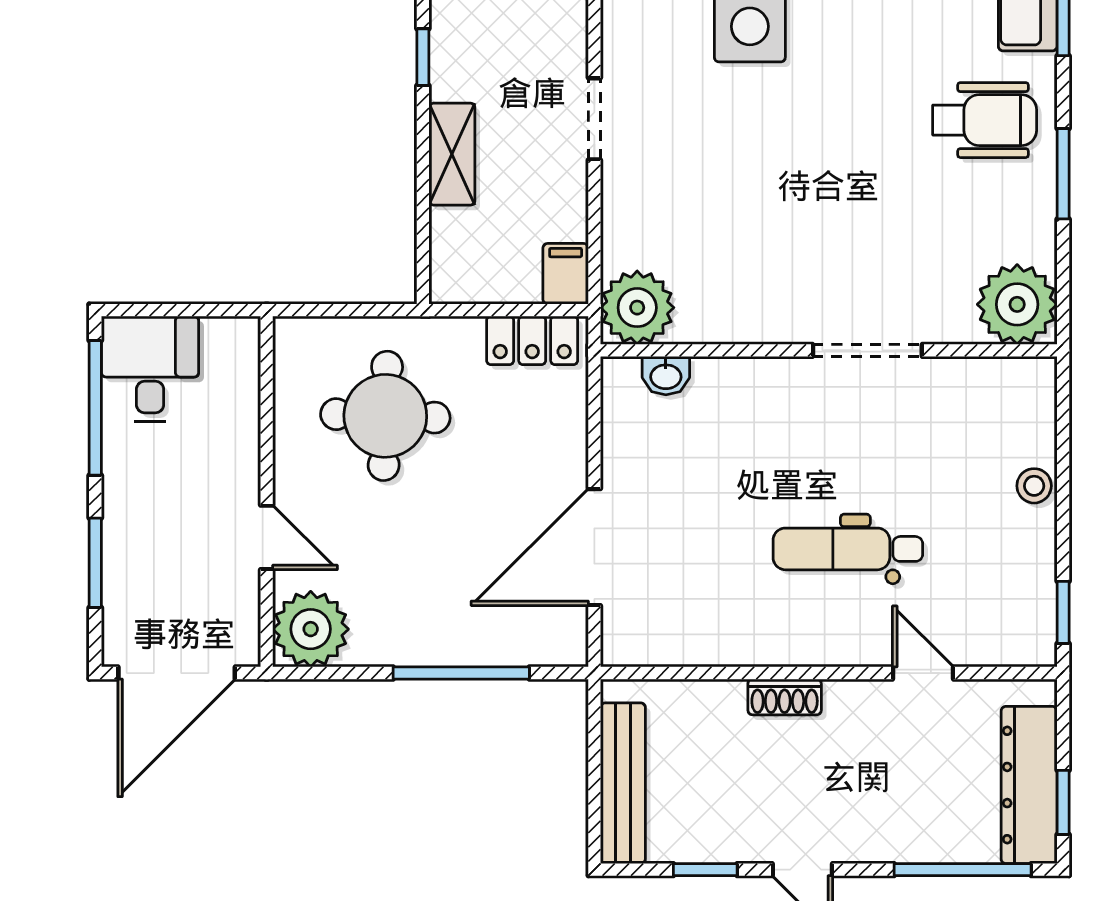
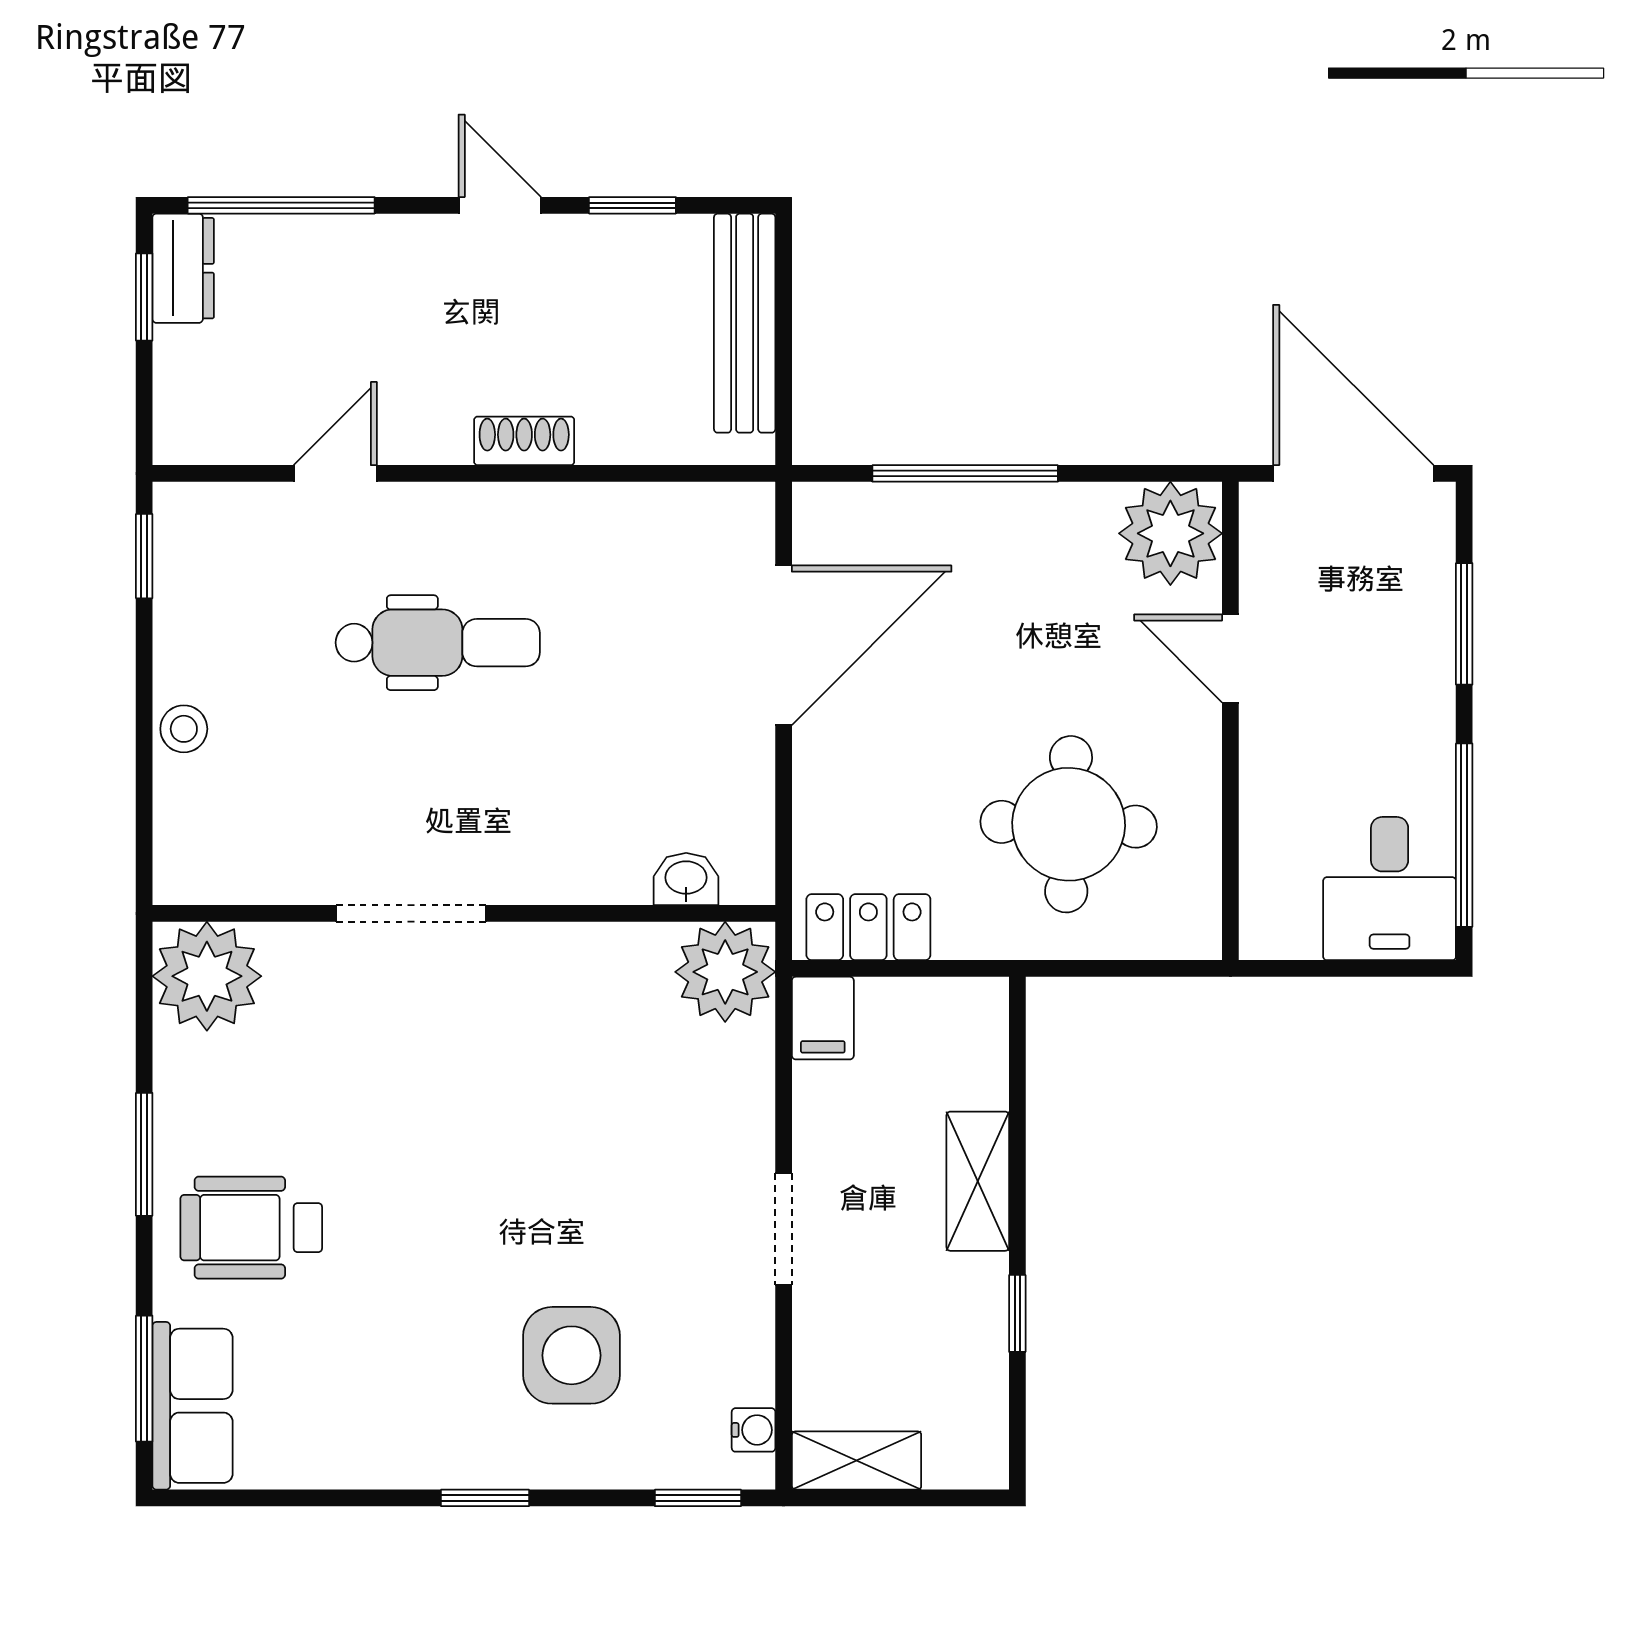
door: (177, 673) -> (1353, 473), hinge flipped
door: (923, 673) -> (335, 473), swing flipped
dresser: (1029, 785) -> (183, 268), width x0.51, depth x0.80

